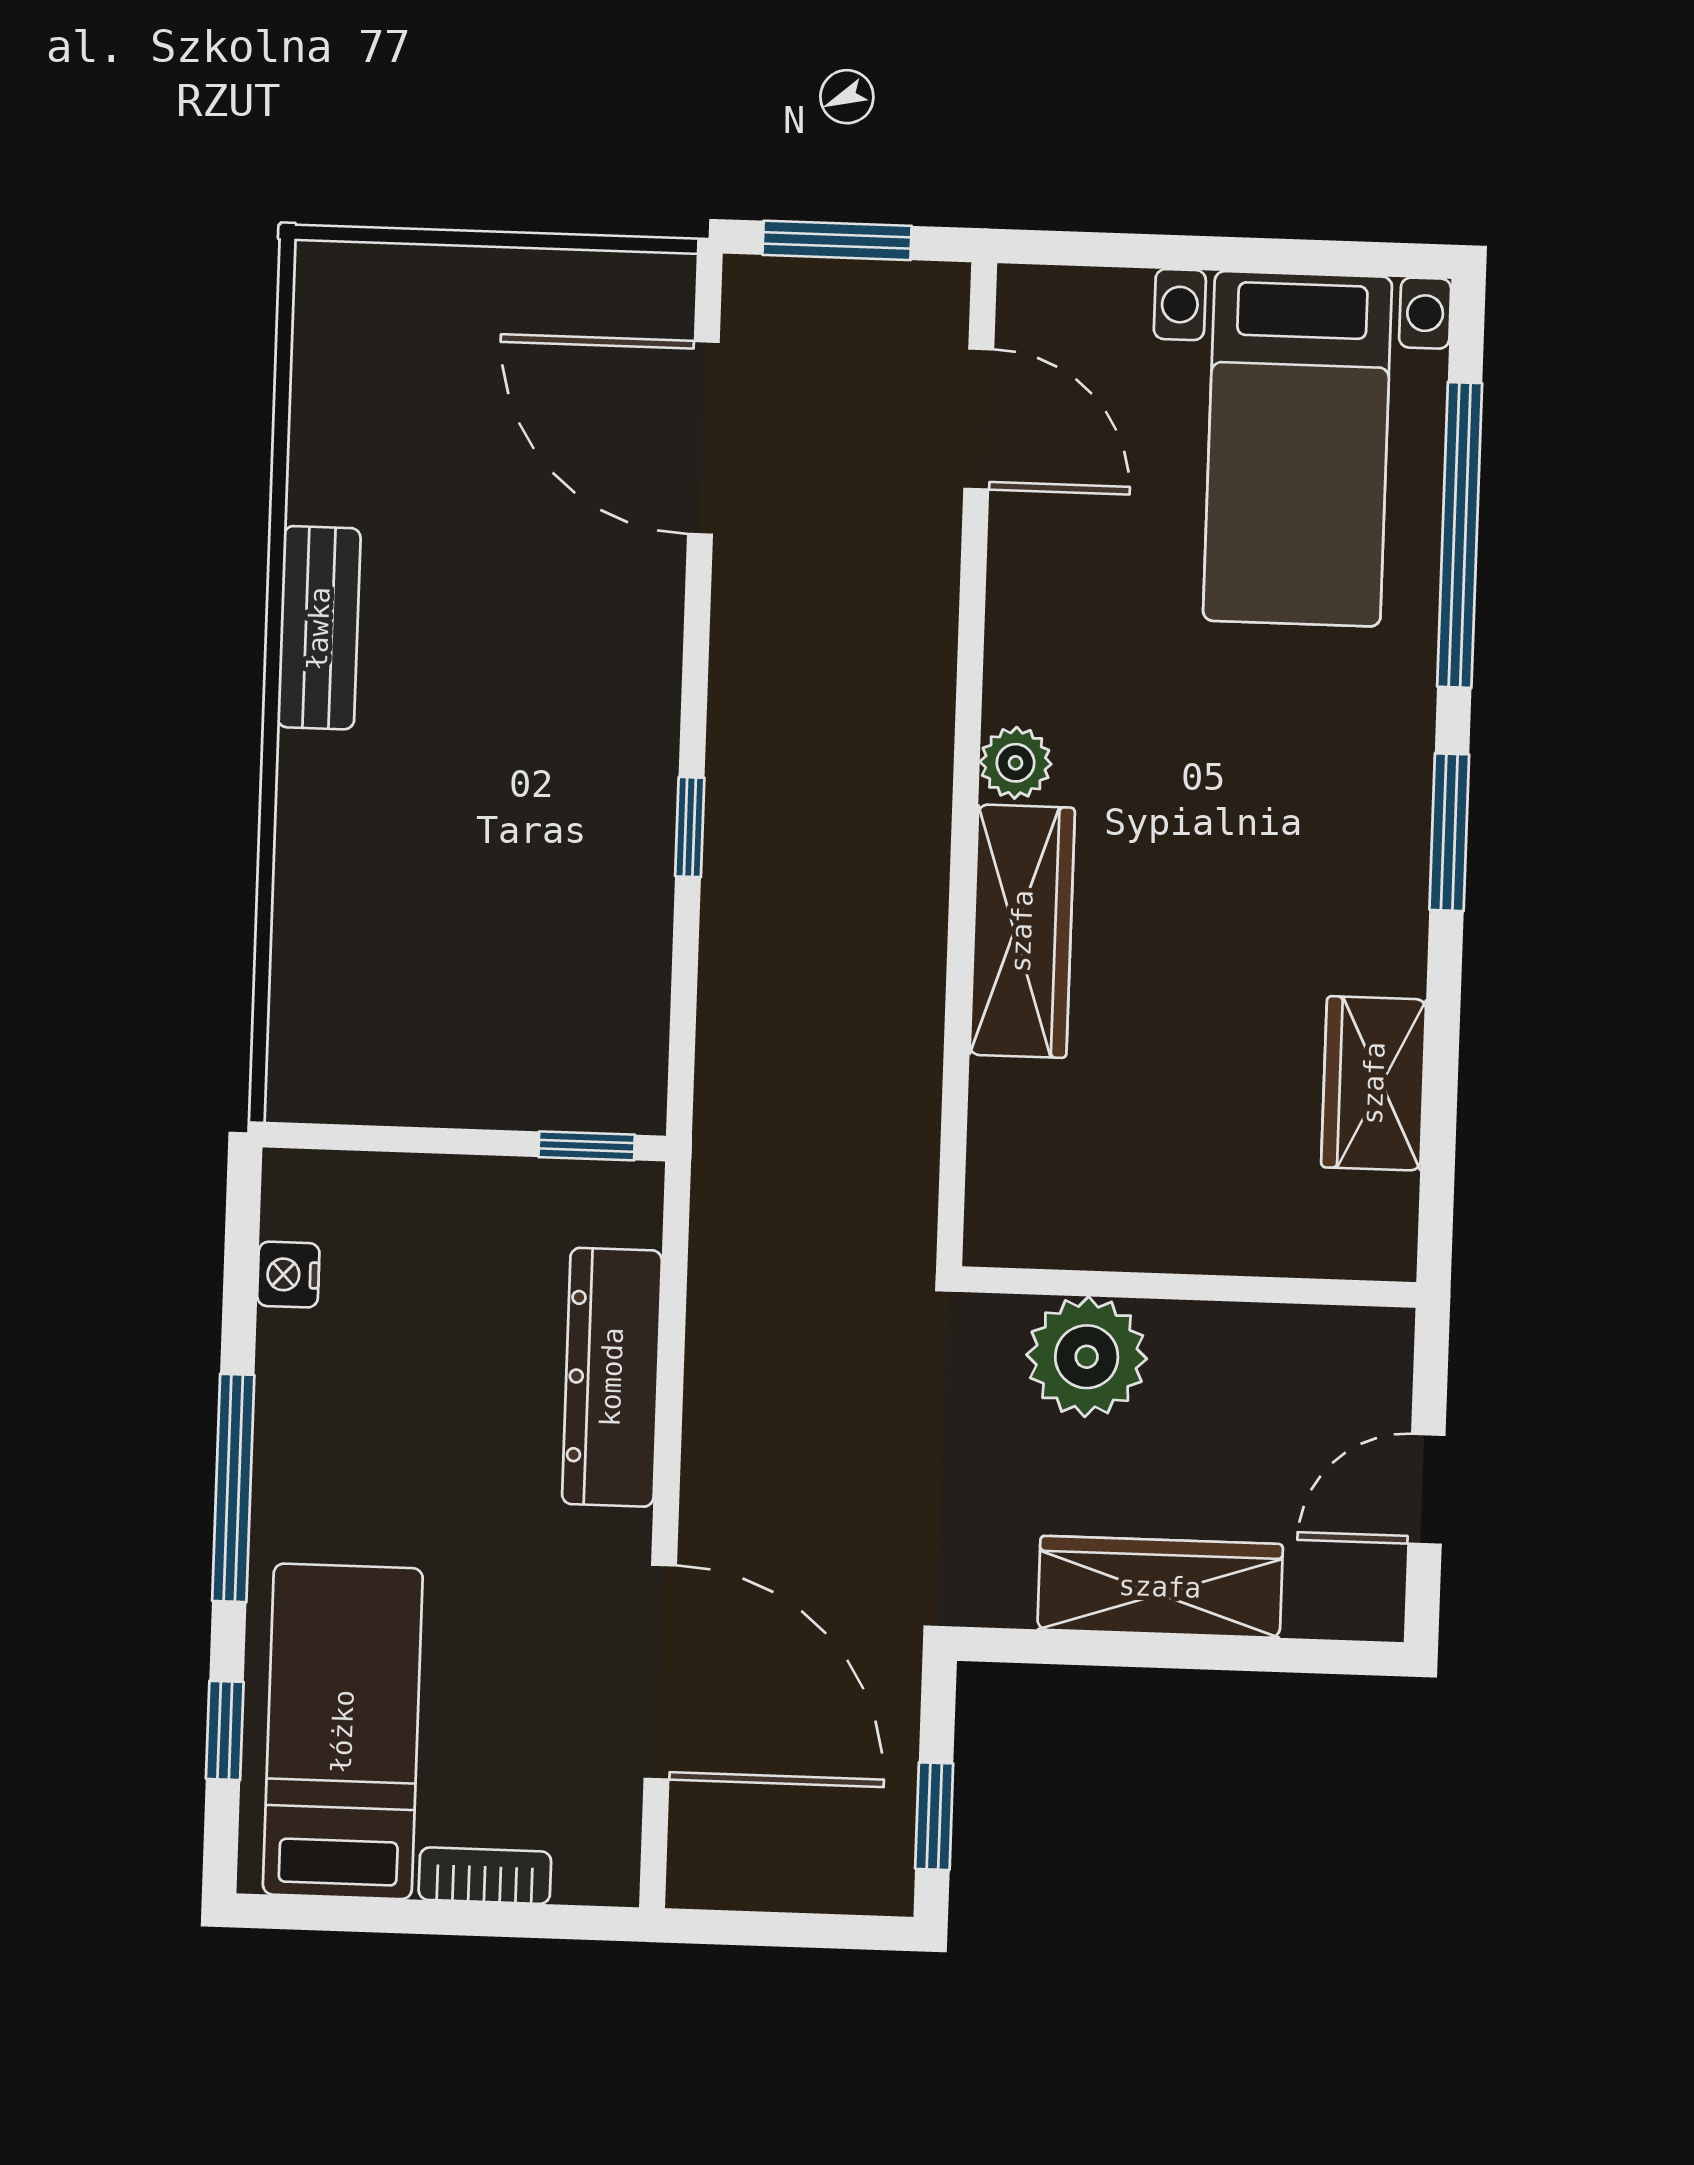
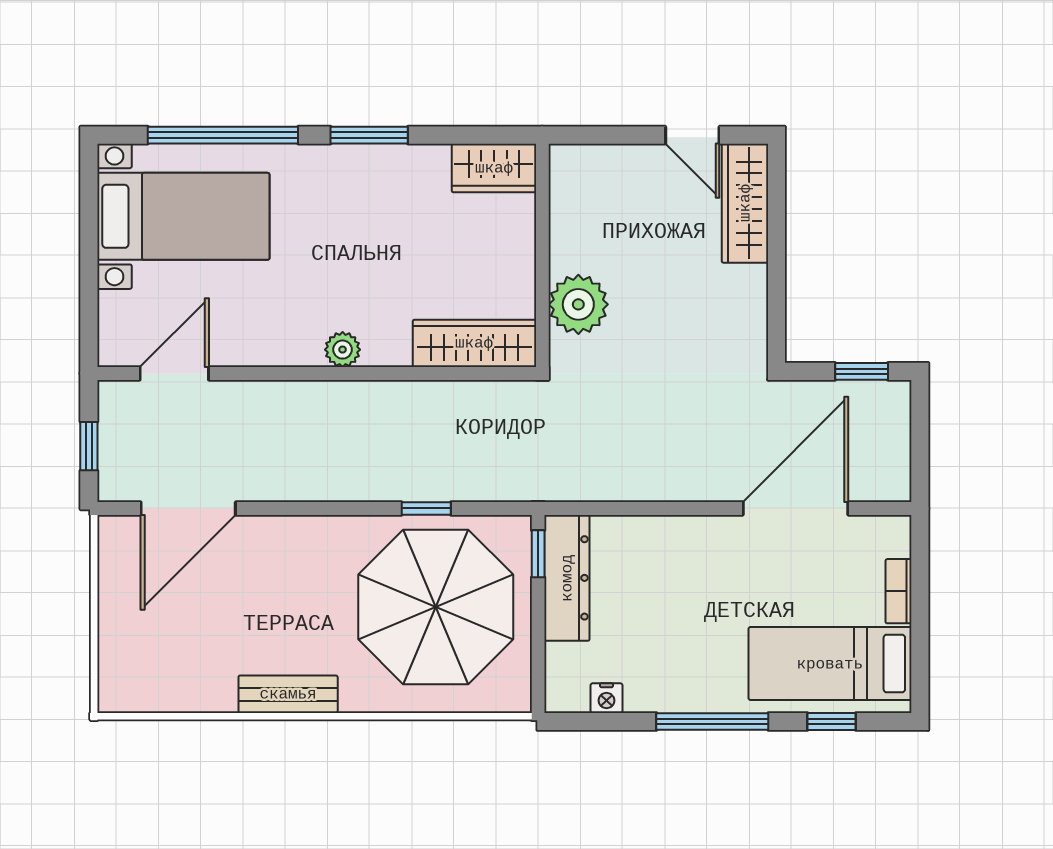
window: (837, 240) -> (89, 446), width x0.67
window: (690, 827) -> (426, 508), moved
wardrobe: (1022, 931) -> (474, 343), moved
parasol: (486, 934) -> (436, 607), added
wall: (1189, 1287) -> (542, 255), moved
plant: (1087, 1357) -> (578, 304), moved
dresser: (612, 1377) -> (567, 578), moved, turned -90
wardrobe: (1160, 1587) -> (745, 203), moved

